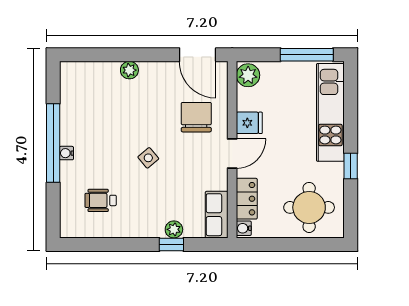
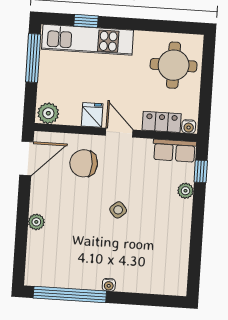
window: (53, 143) -> (70, 295), moved
window: (351, 166) -> (86, 21), moved
wheelchair: (101, 200) -> (154, 256), removed
window: (171, 245) -> (201, 171), moved

